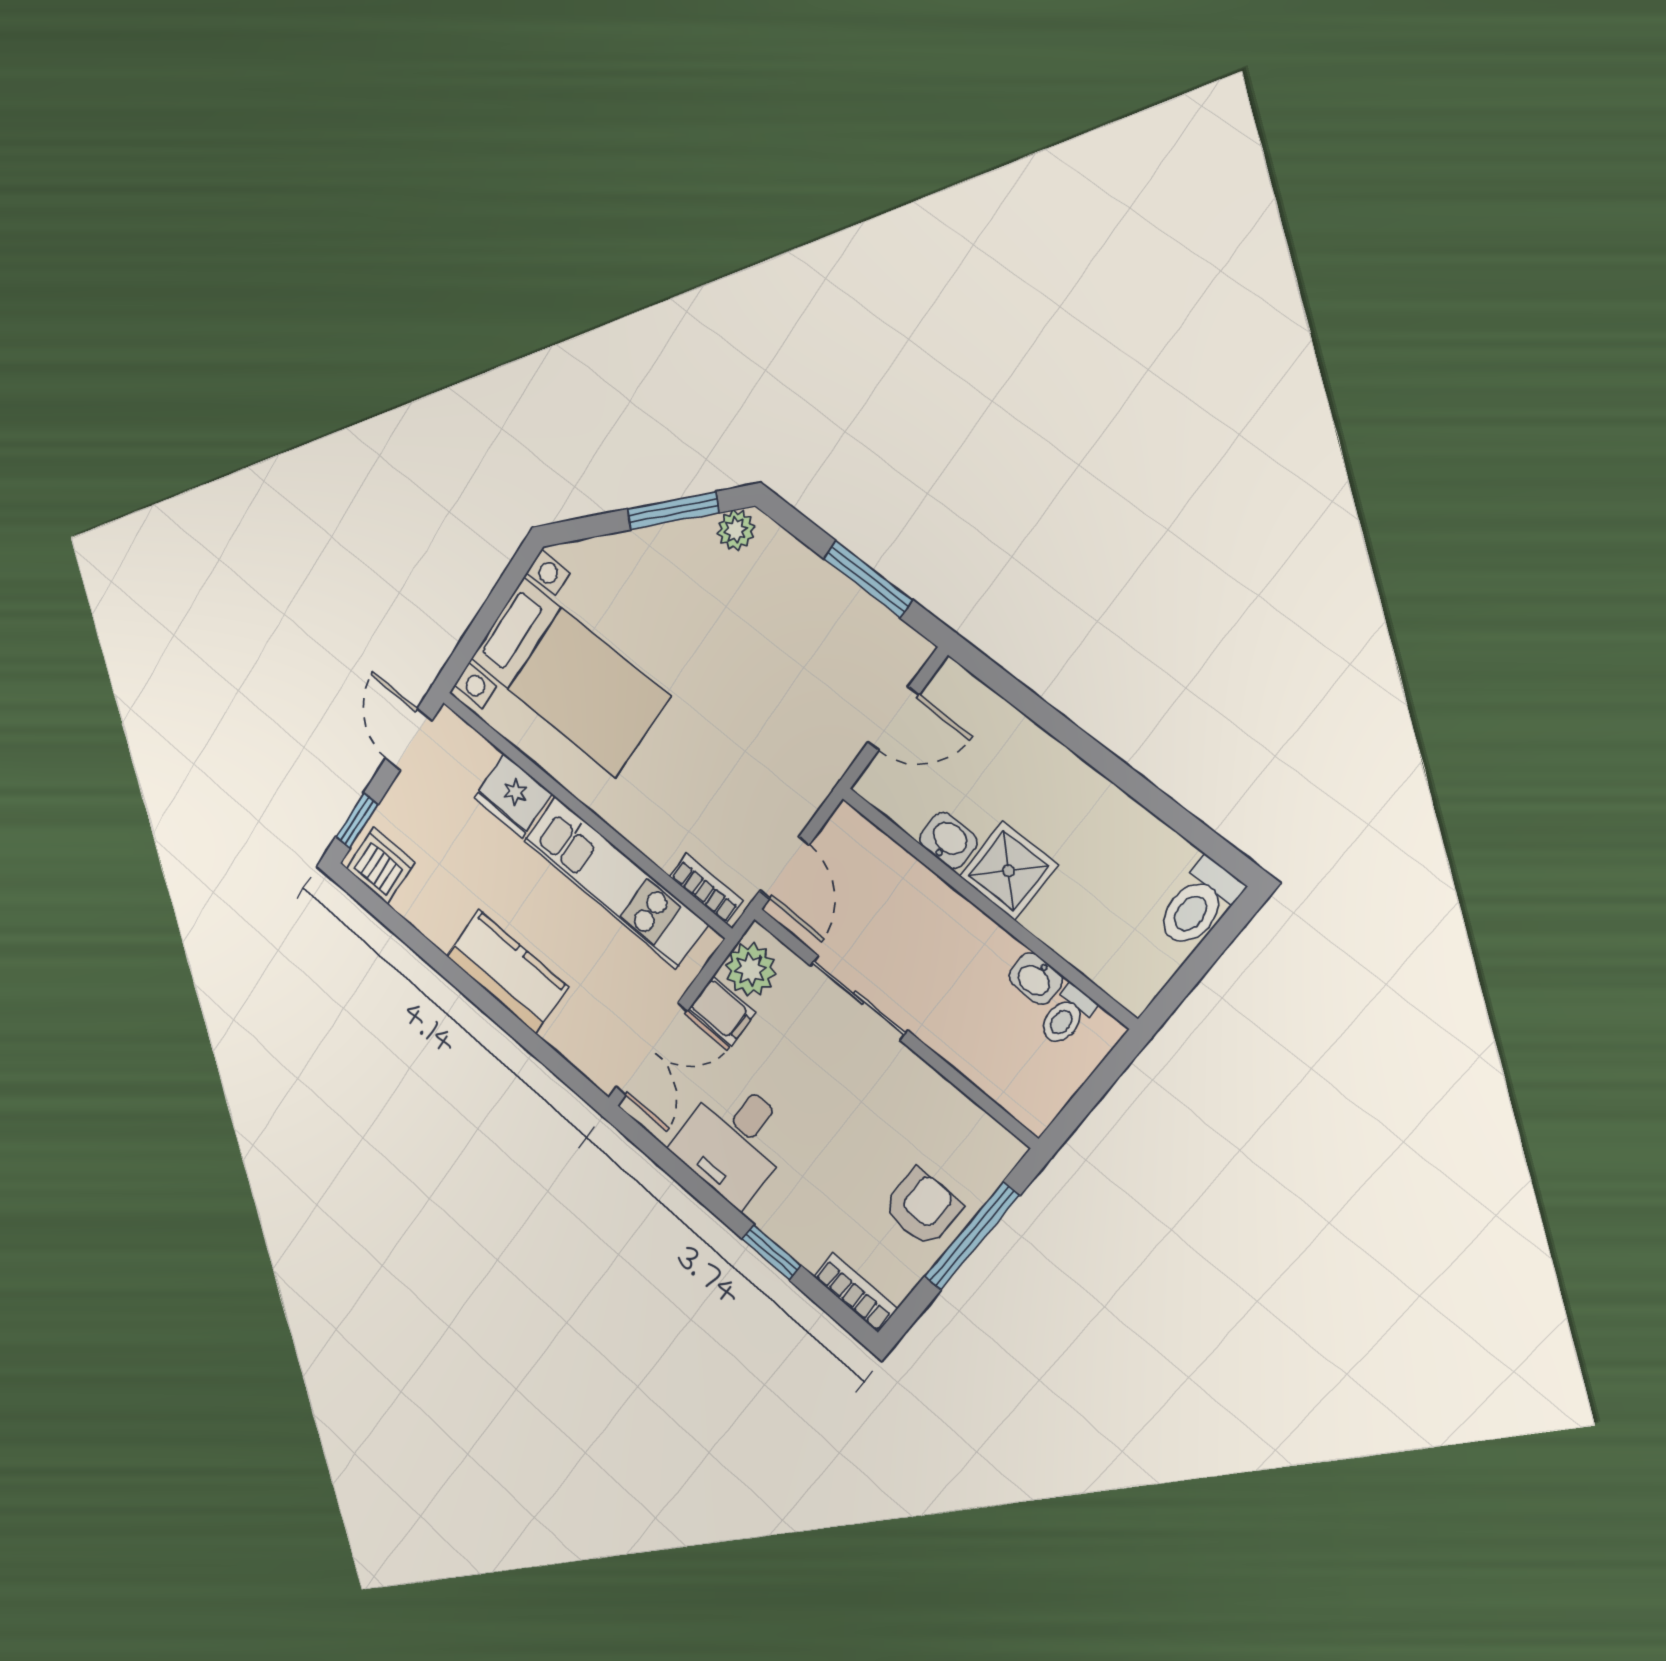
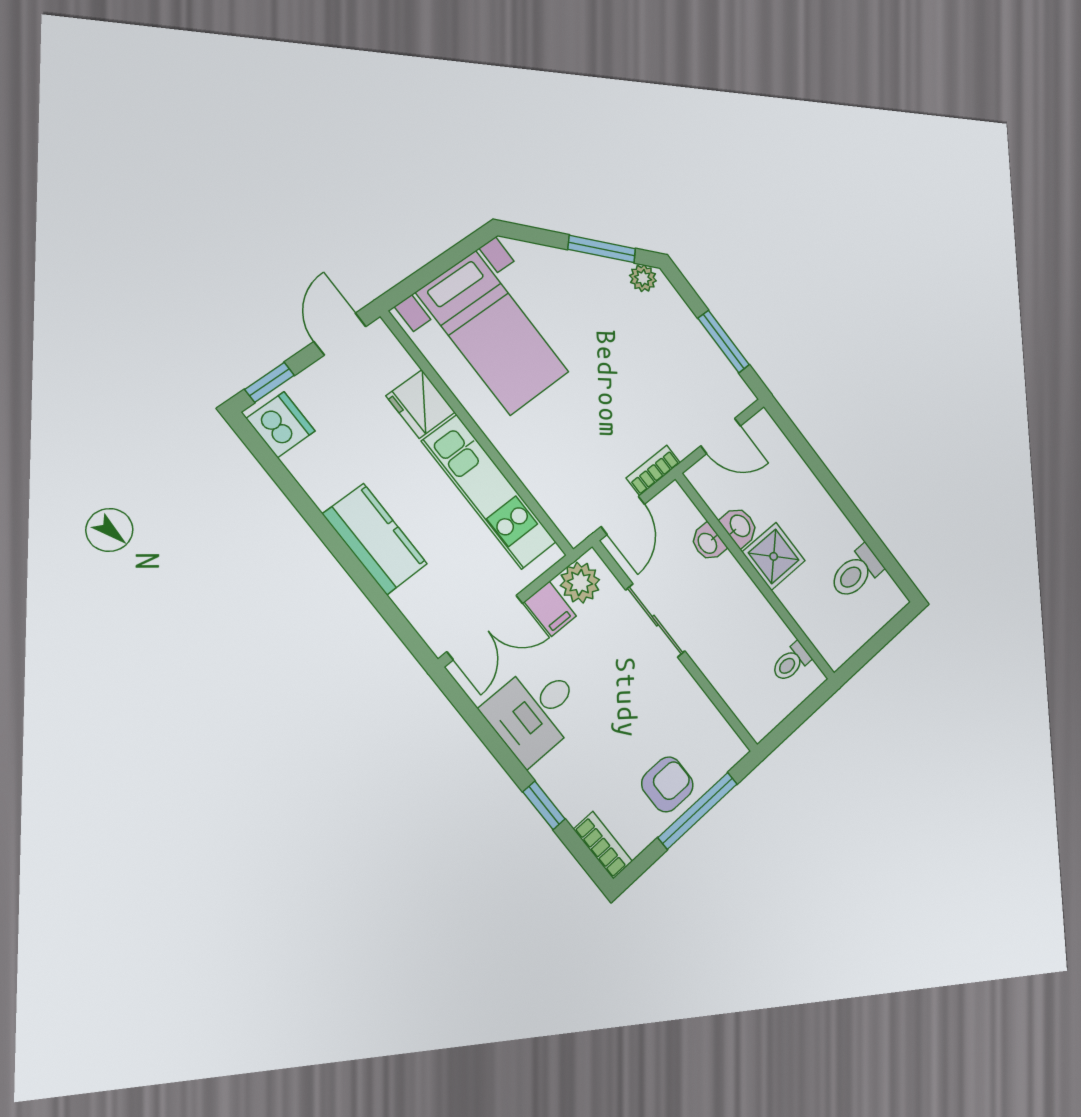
bookcase: (706, 889) -> (653, 470), moved, turned -90
toilet: (1198, 904) -> (856, 572), moved
washbasin: (1035, 978) -> (708, 543), moved

